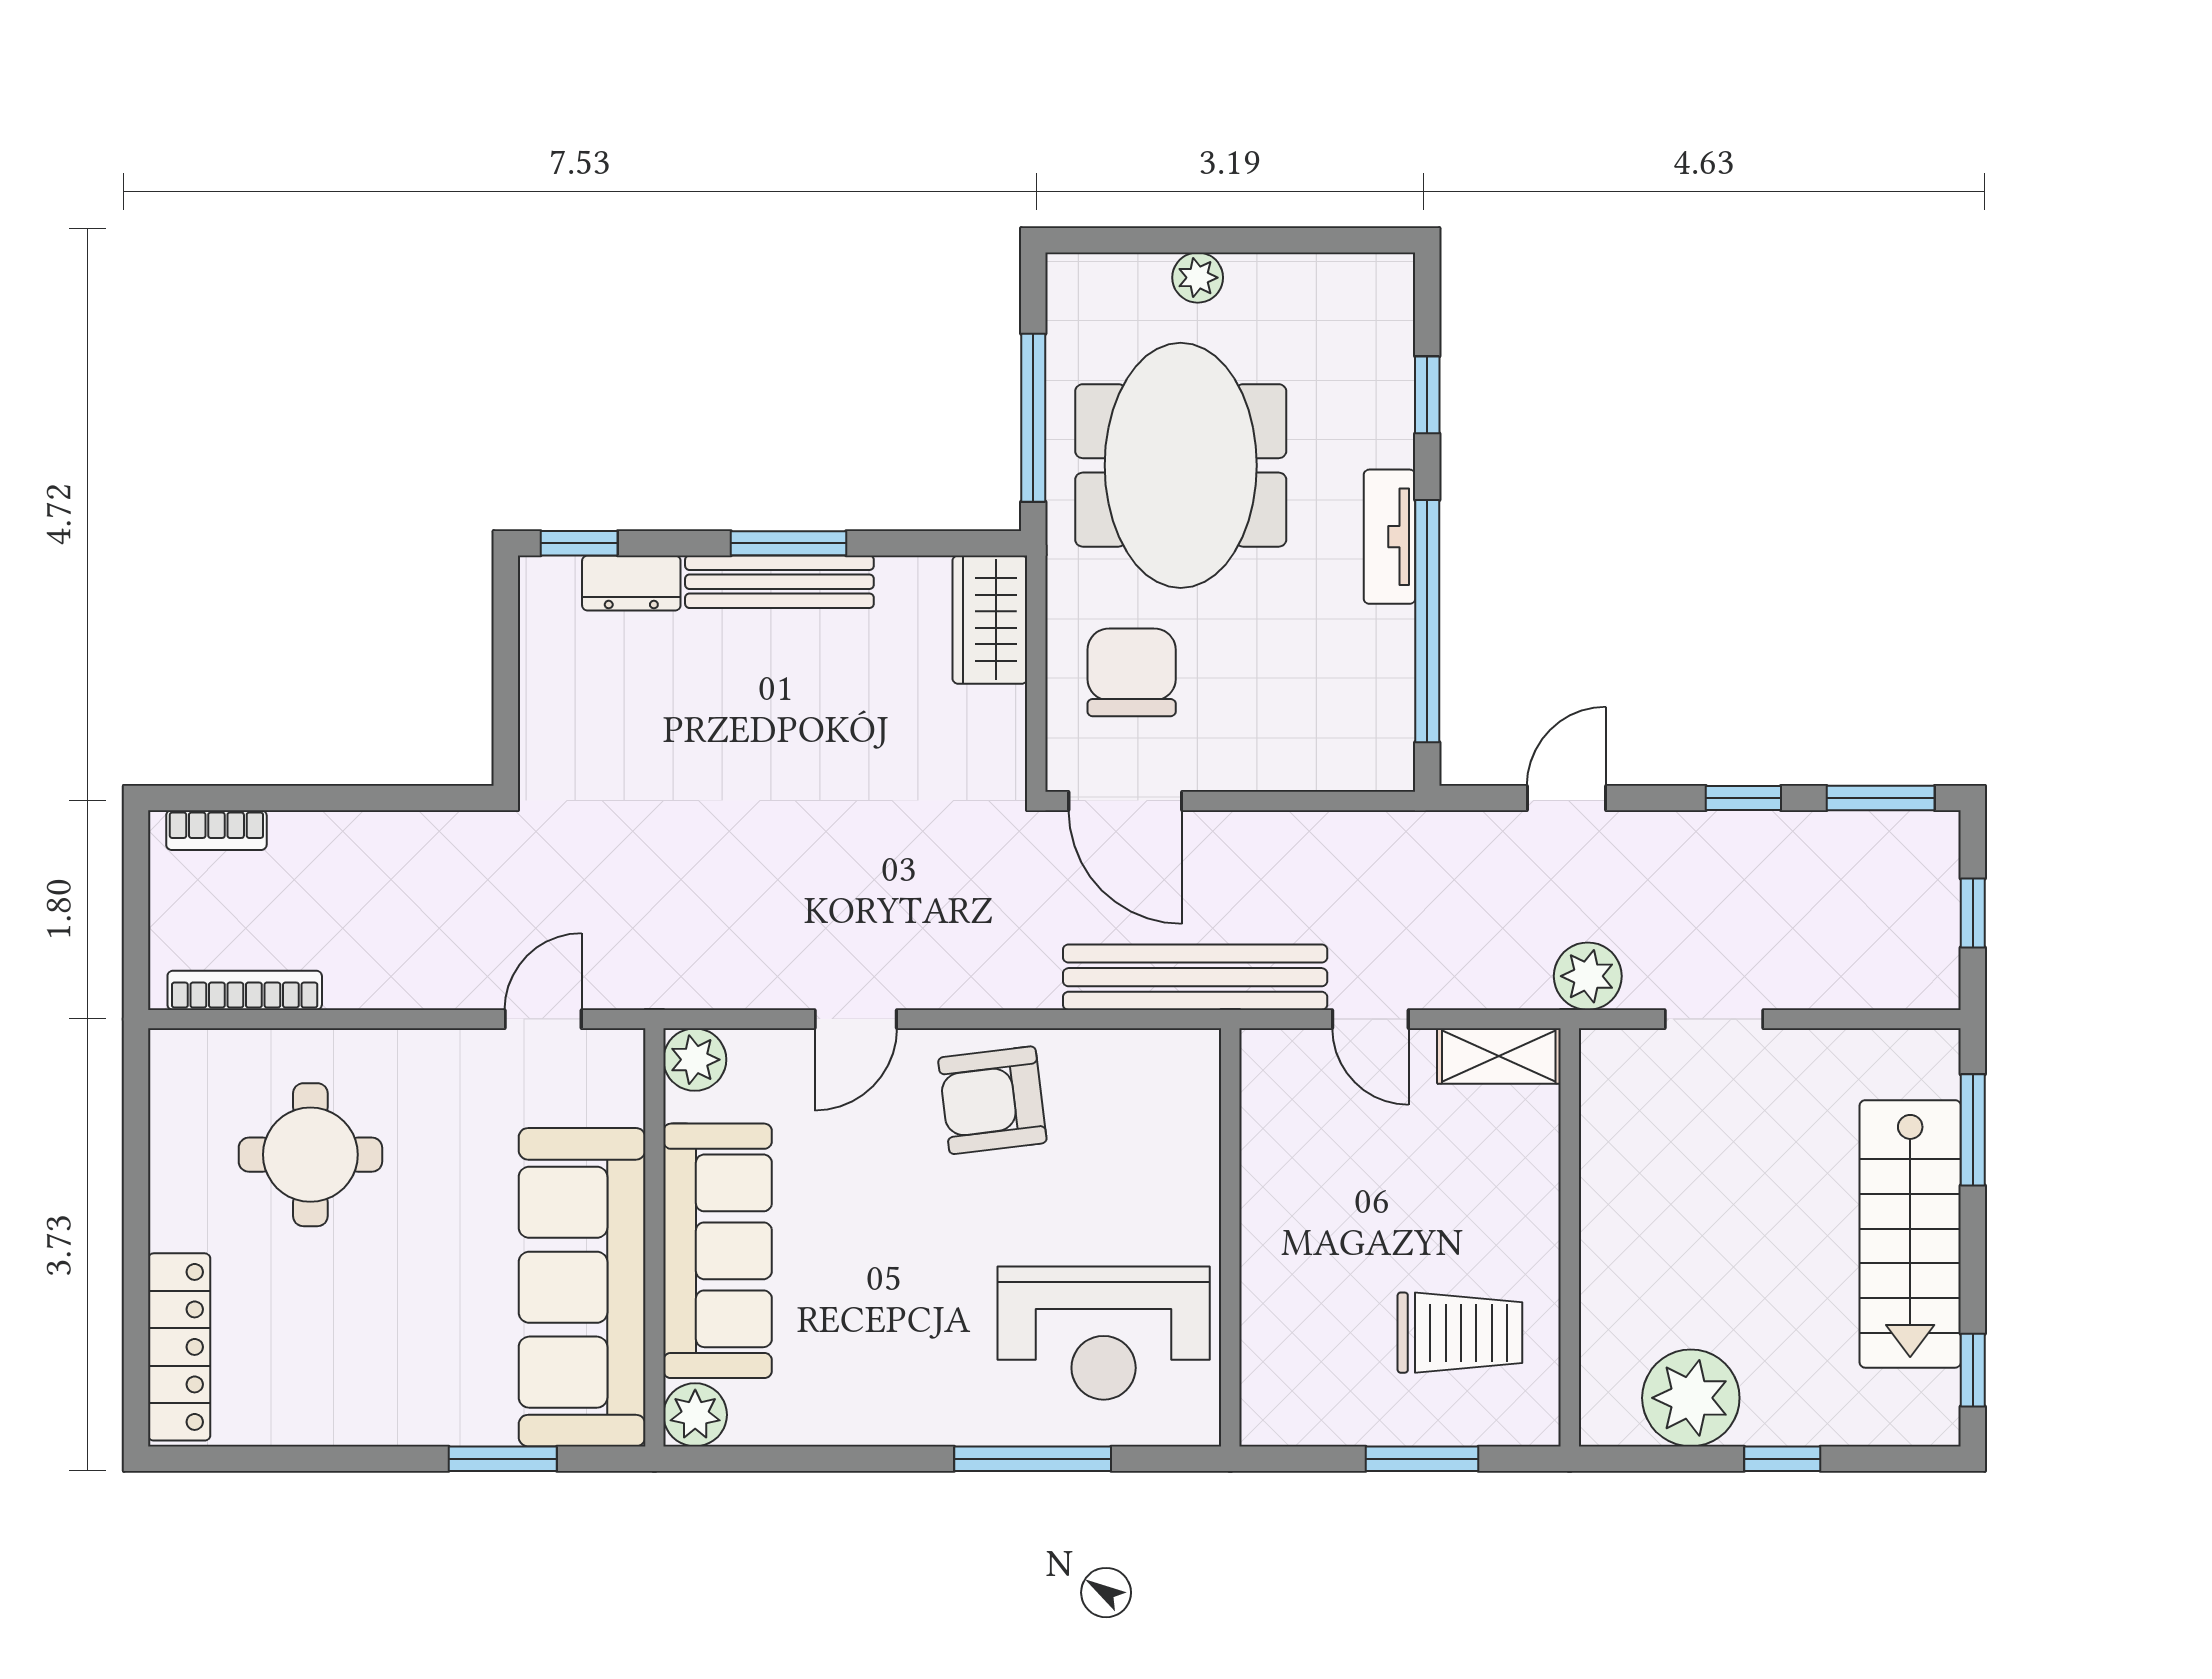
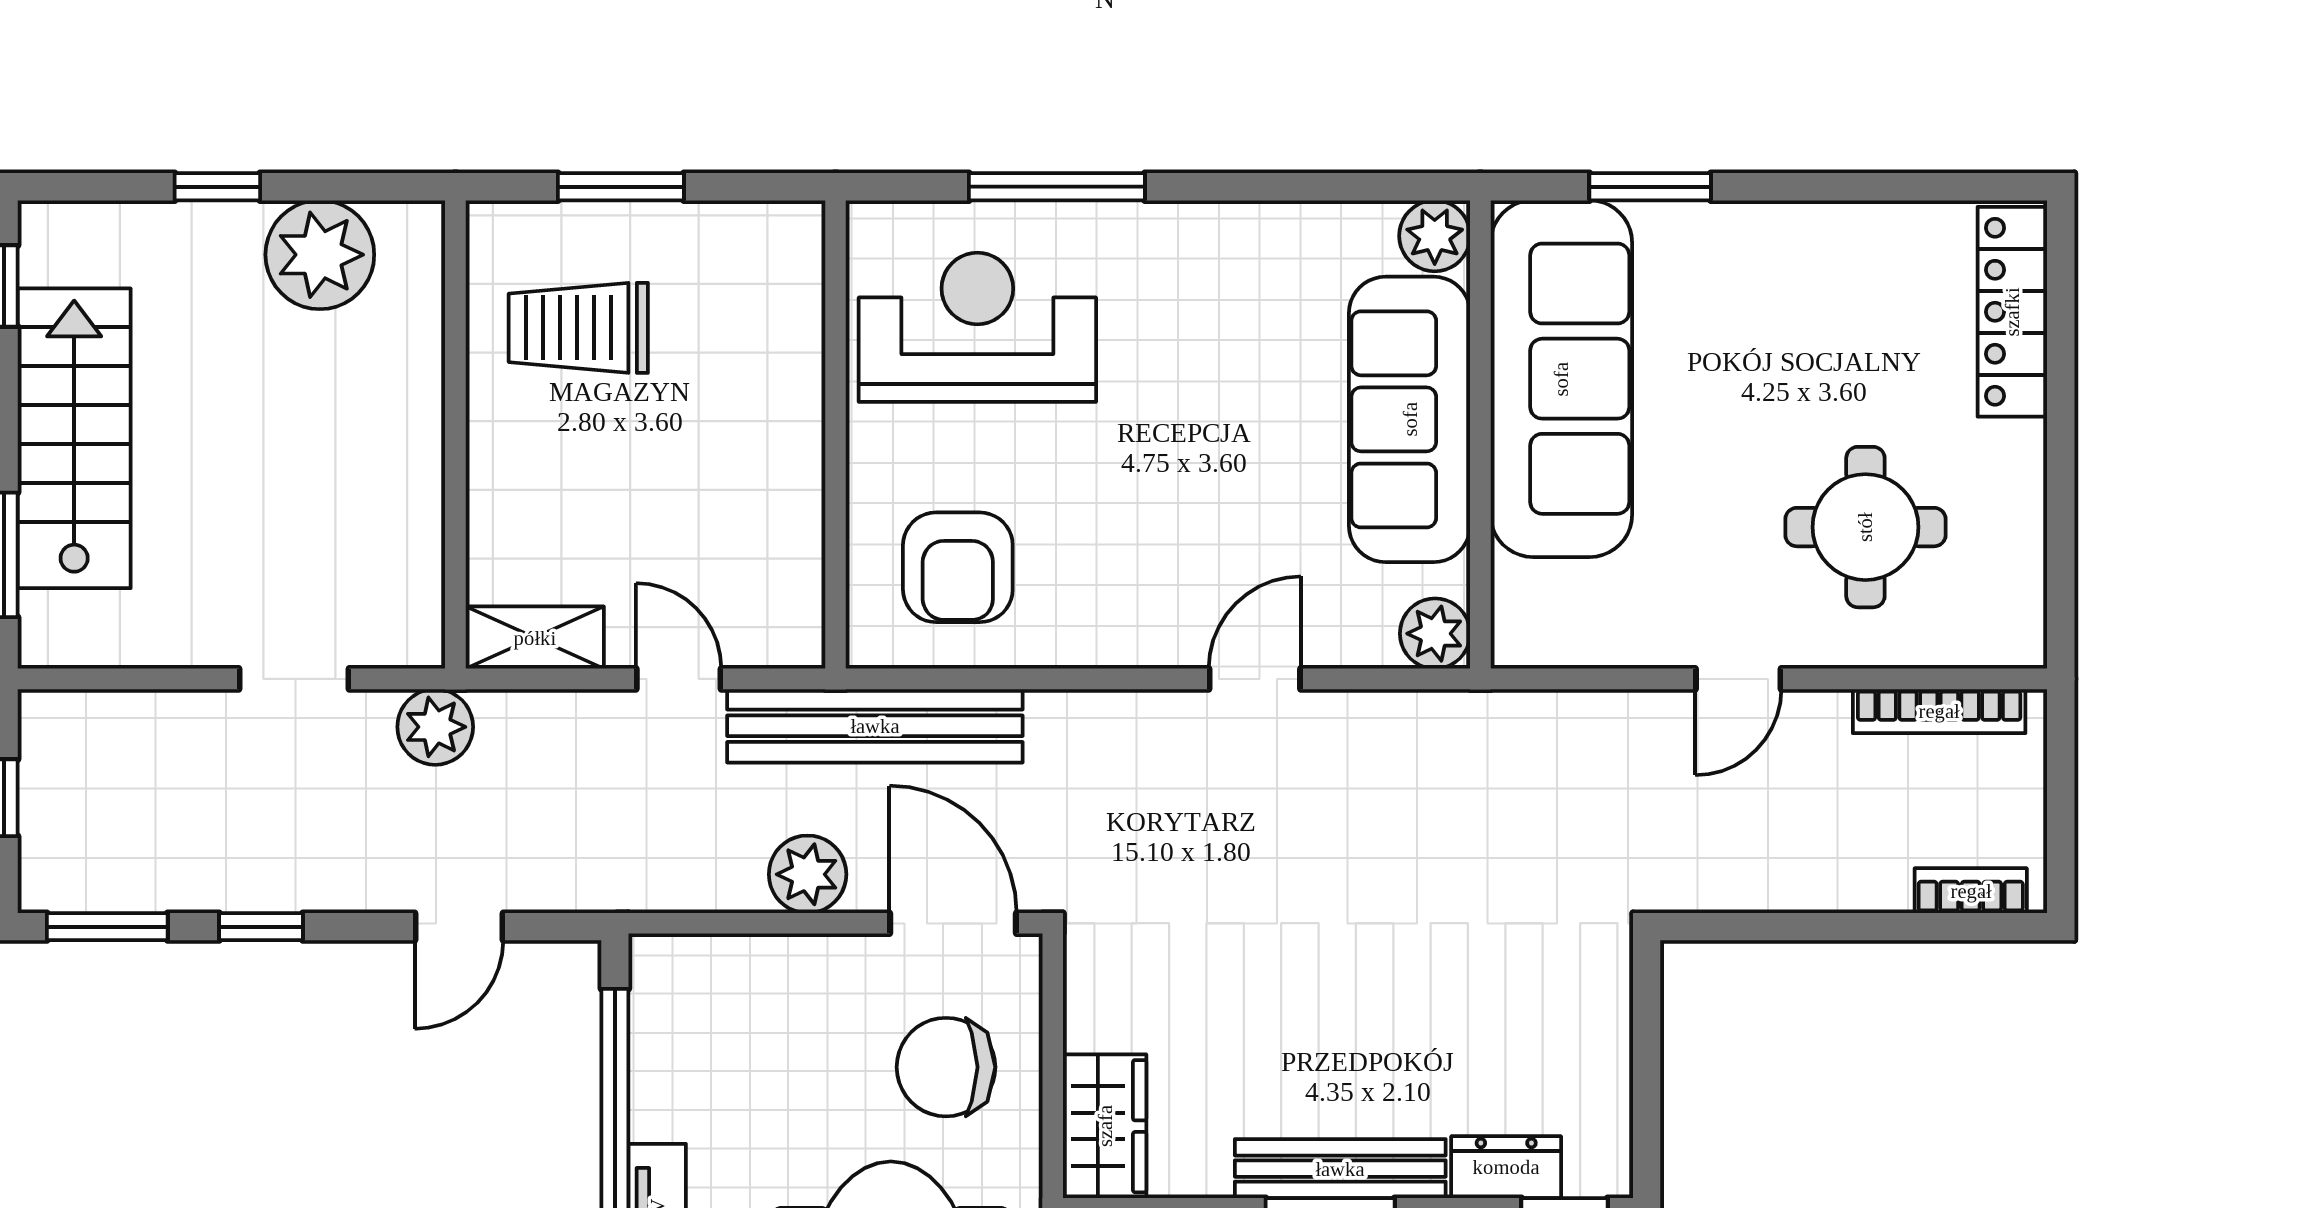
chair: (1132, 672) -> (946, 1067), turned 90
plant: (1255, 845) -> (808, 874), added
door: (543, 1019) -> (1738, 679), moved
armchair: (992, 1100) -> (958, 567), moved, turned 97

